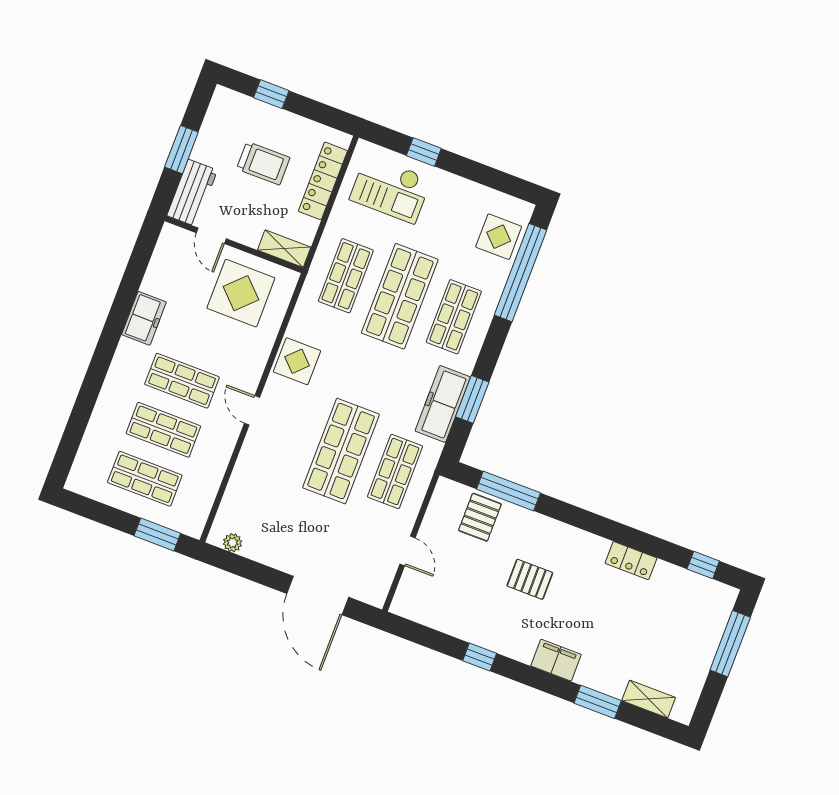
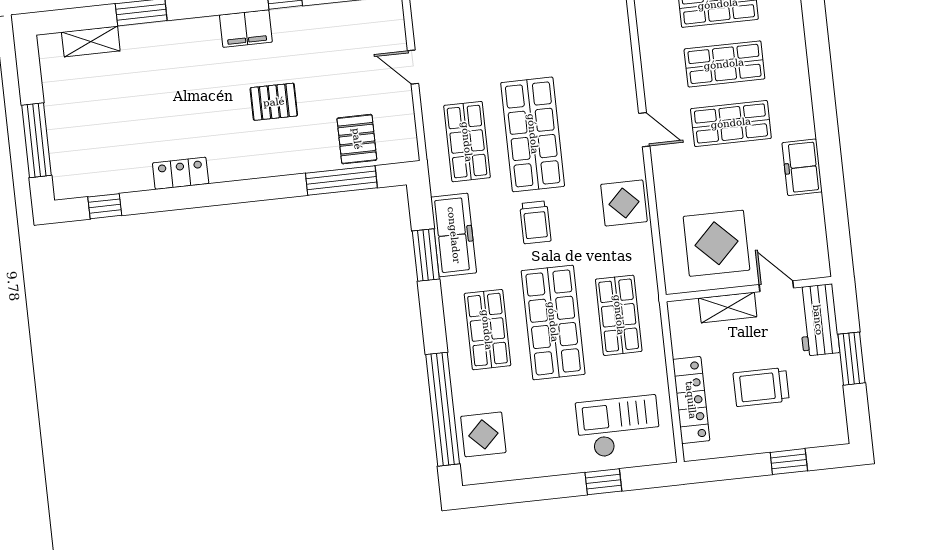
shelving: (284, 249) -> (728, 307), moved
trolley: (374, 381) -> (535, 222), added
filing cabinet: (556, 660) -> (246, 29), moved

